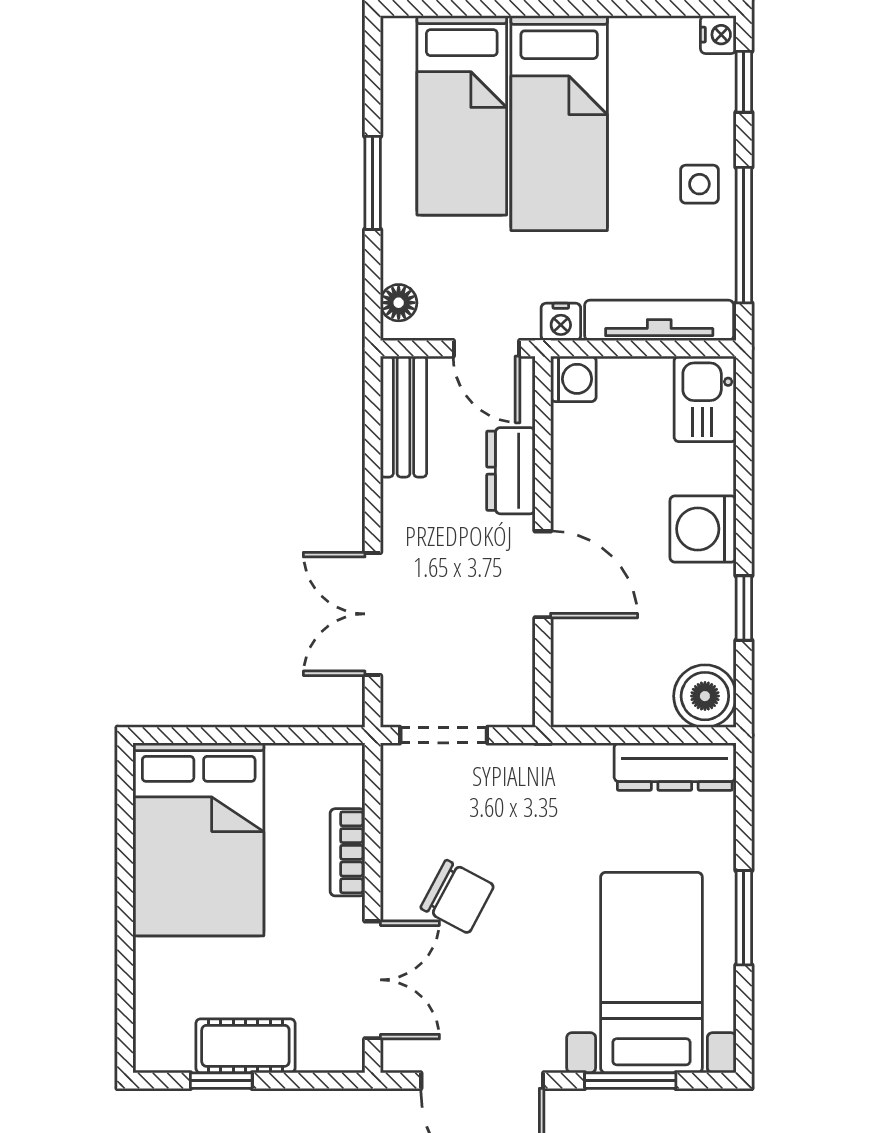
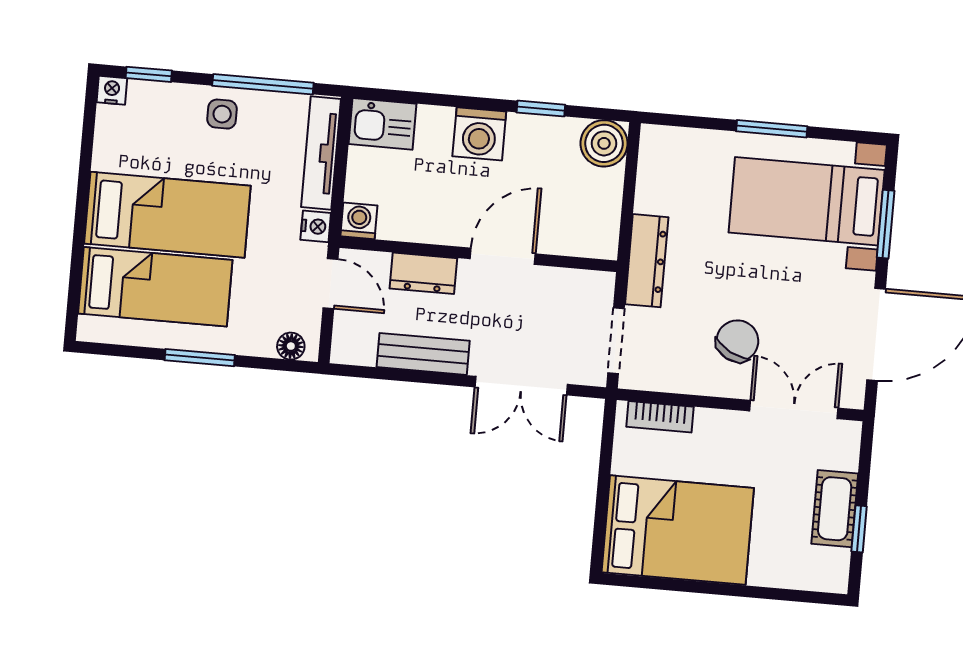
door: (487, 348) -> (331, 284), hinge flipped
bench: (403, 417) -> (423, 354), moved
dresser: (675, 767) -> (647, 261), moved
bookcase: (347, 852) -> (660, 417), moved

